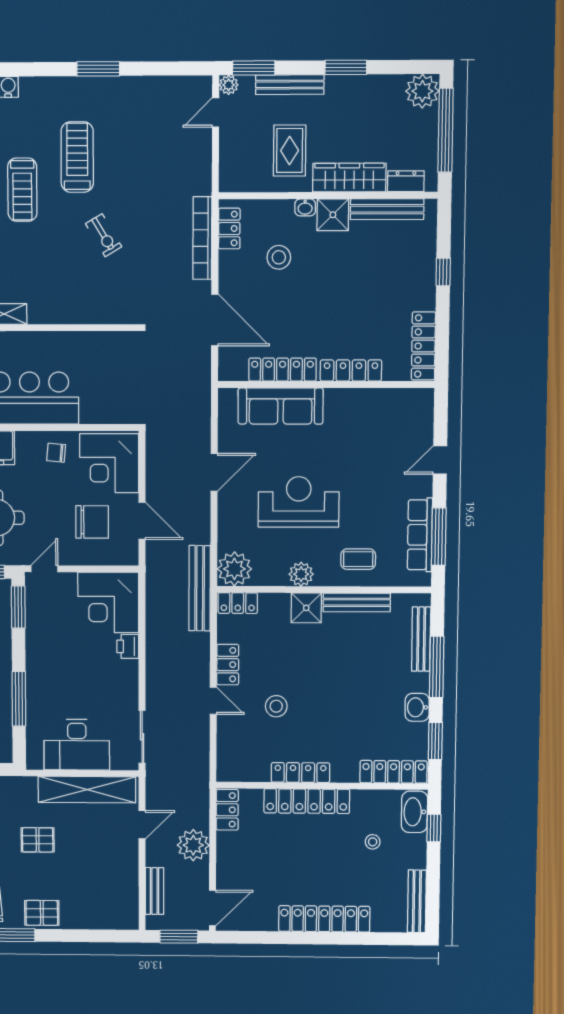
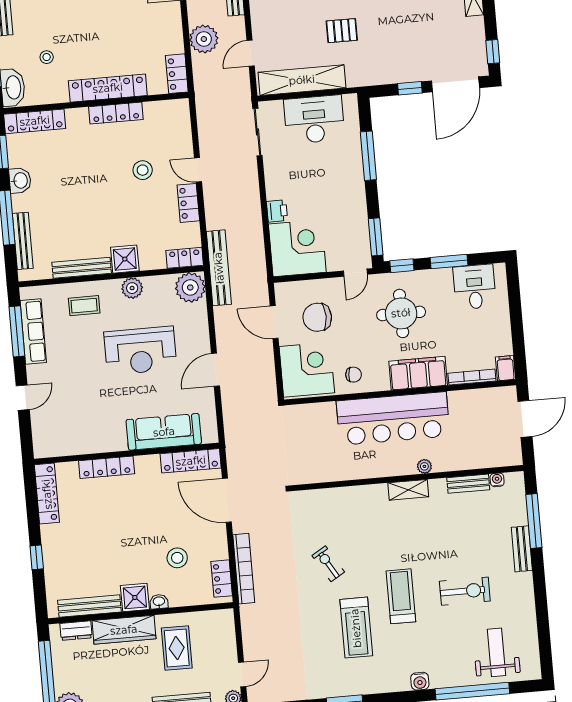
locker: (282, 370) -> (191, 461), moved

